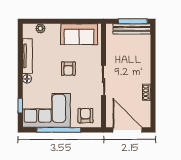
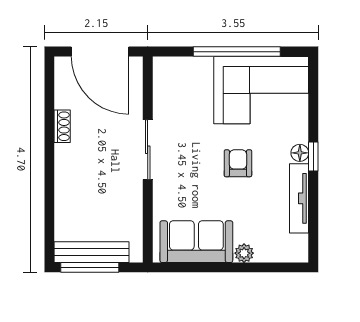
plant: (40, 28) -> (244, 253), moved
armchair: (68, 69) -> (238, 163), moved
window: (20, 106) -> (313, 156), moved
armchair: (85, 116) -> (184, 80), removed

